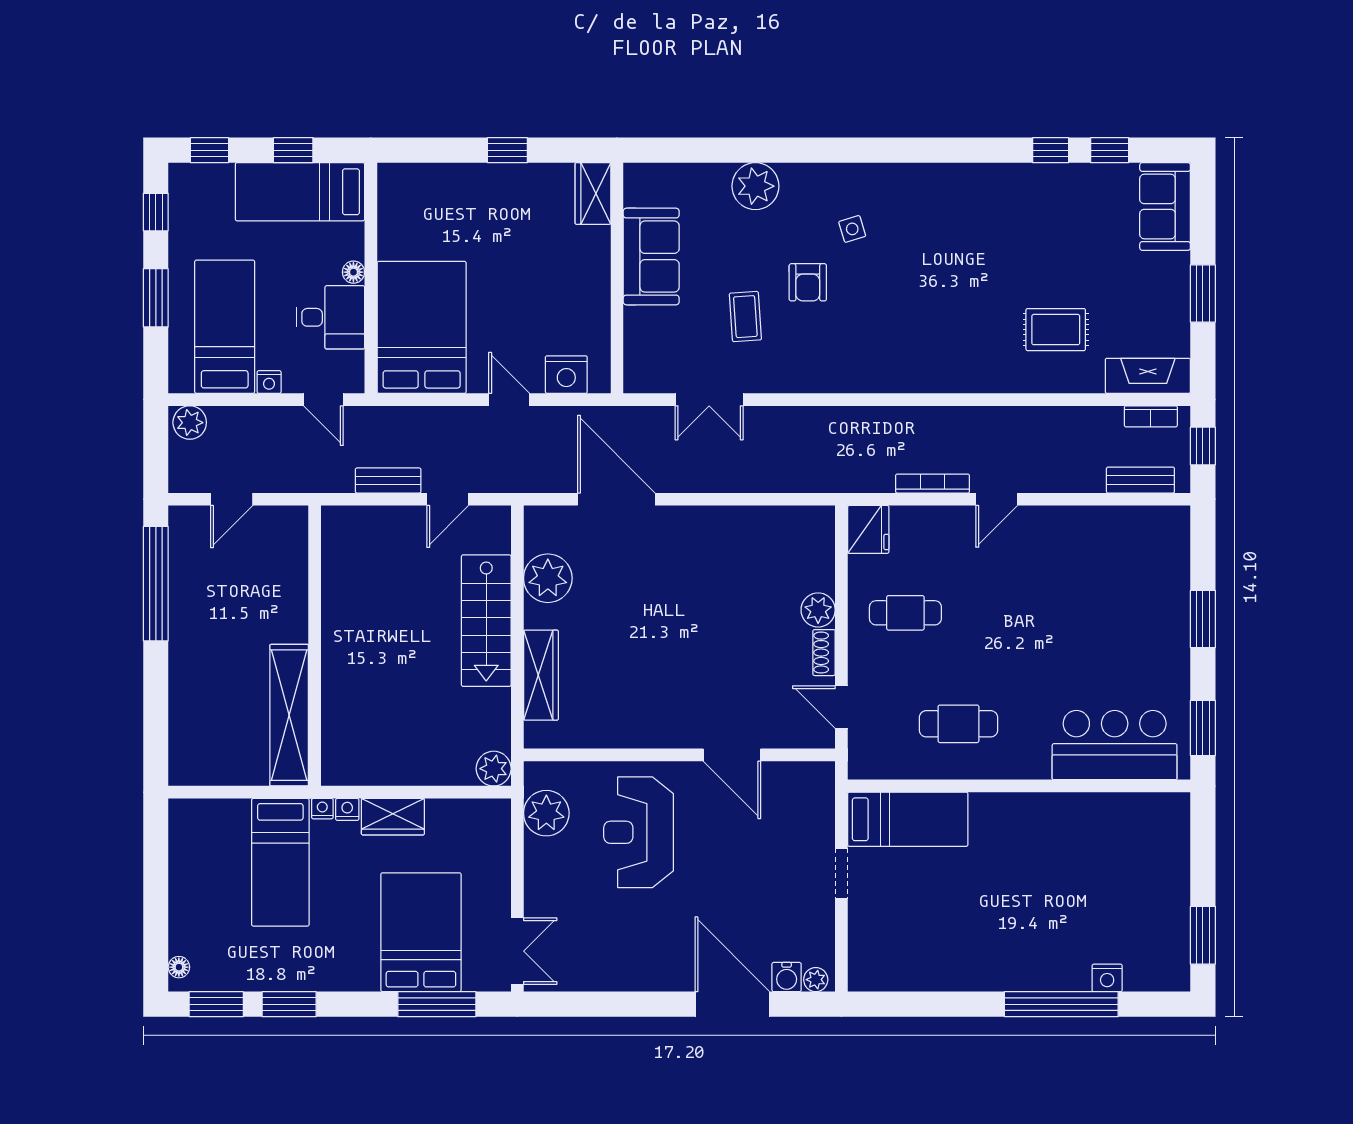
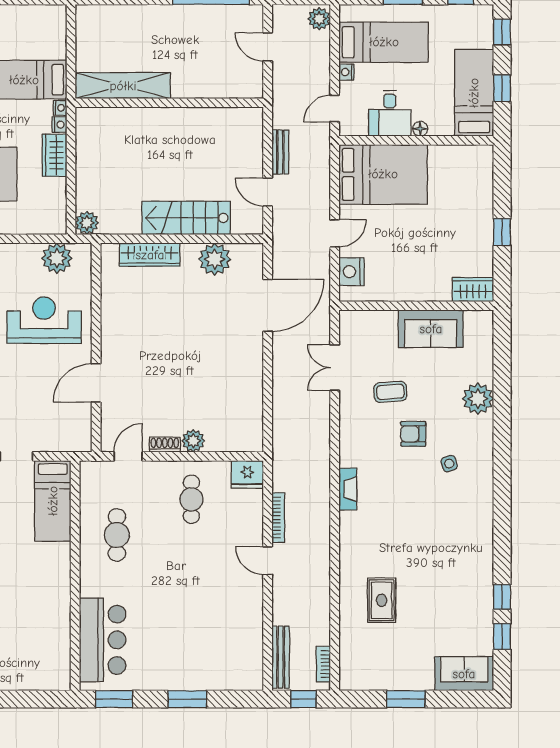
fireplace: (1148, 376) -> (348, 489), moved, width x0.73, depth x0.76
bench: (1140, 480) -> (281, 657), width x1.36

